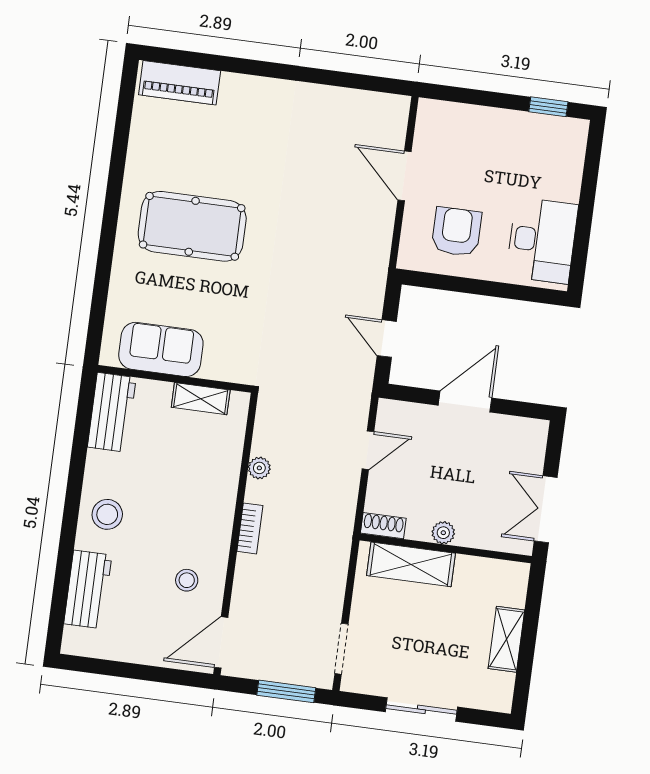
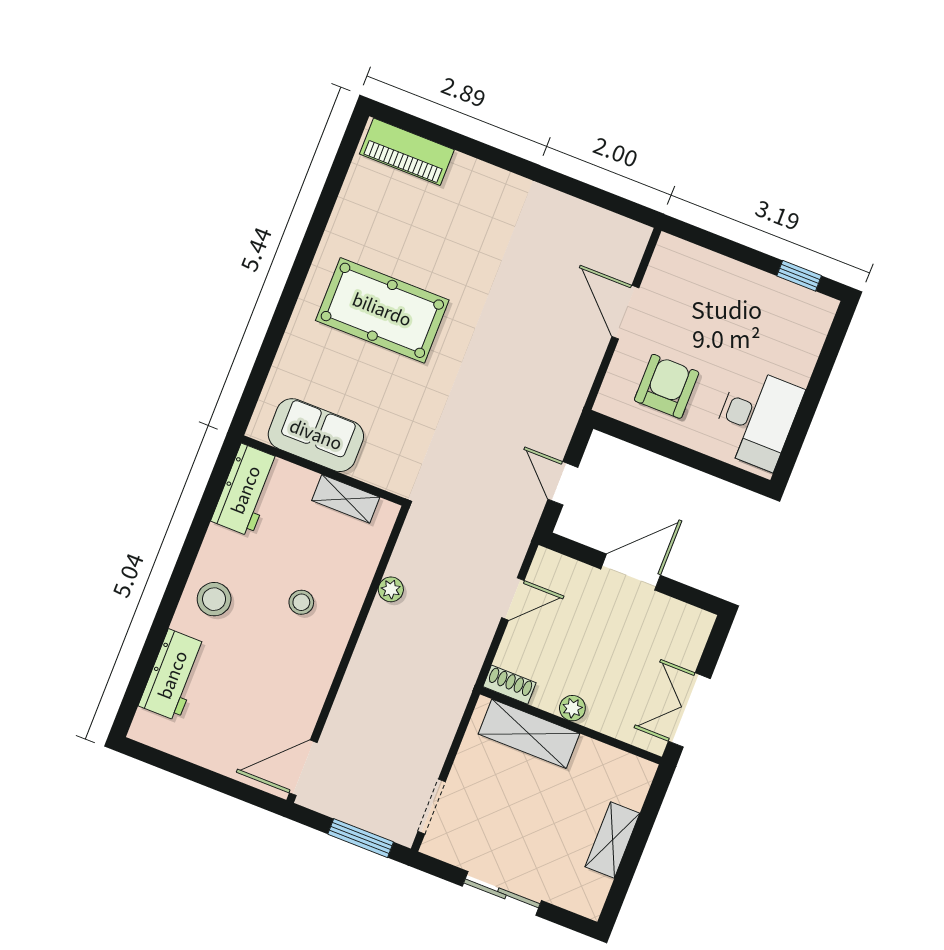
bookcase: (250, 528) -> (365, 652), removed
stool: (187, 580) -> (301, 602), moved

